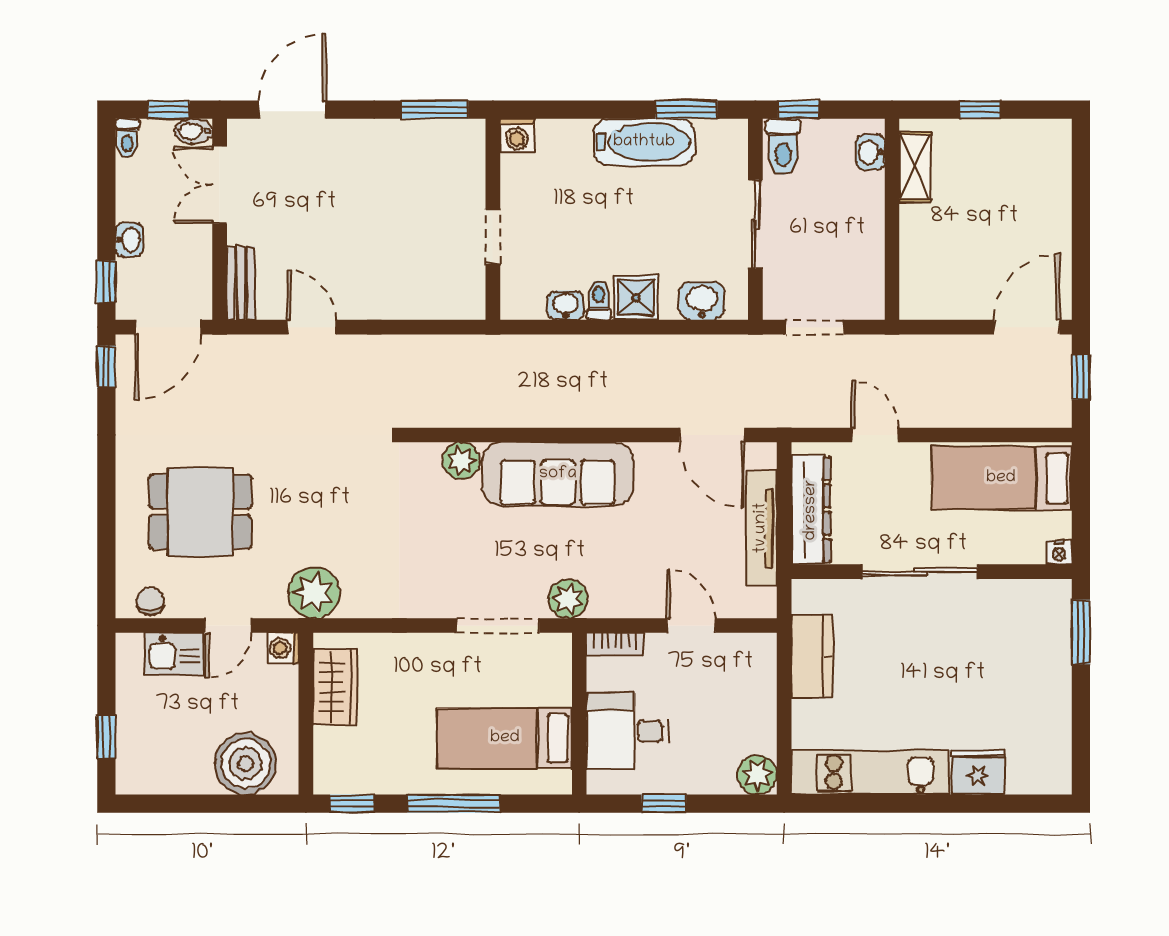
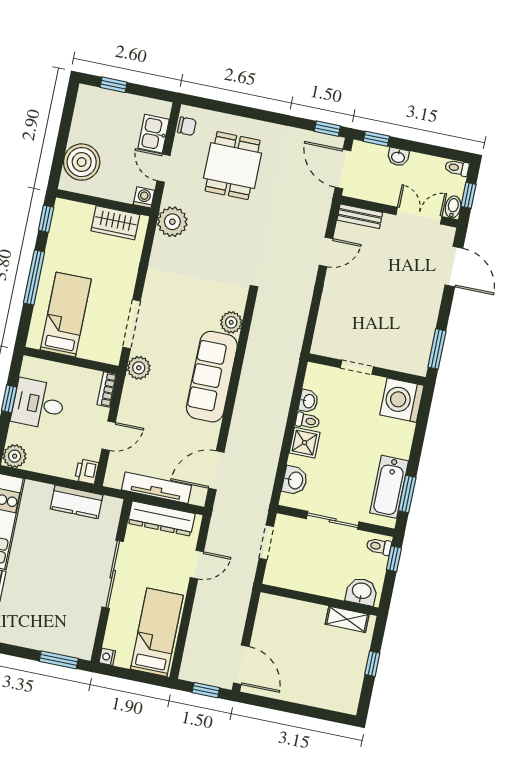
washing machine: (517, 135) -> (402, 400), width x1.89, depth x1.89
bathtub: (644, 142) -> (389, 487), moved
toilet: (783, 147) -> (379, 546), width x0.73, depth x0.72
washbasin: (870, 152) -> (362, 591), width x1.38, depth x1.45
printer: (758, 650) -> (87, 471), added
desk: (628, 731) -> (38, 404), moved, turned -90

